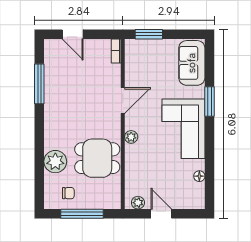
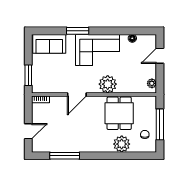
door: (123, 101) -> (77, 94), swing flipped
plant: (131, 137) -> (108, 84), width x1.87, depth x1.87
door: (161, 214) -> (160, 56), moved

